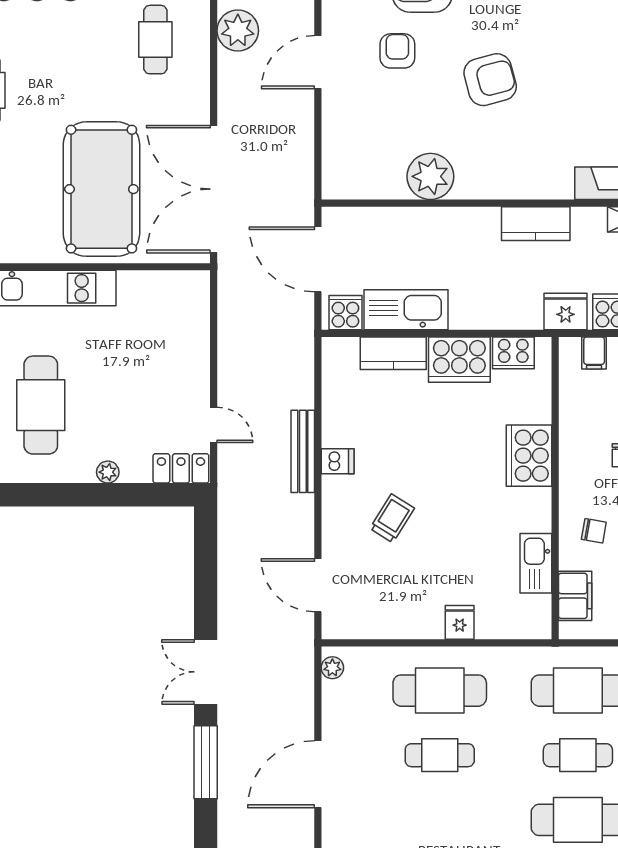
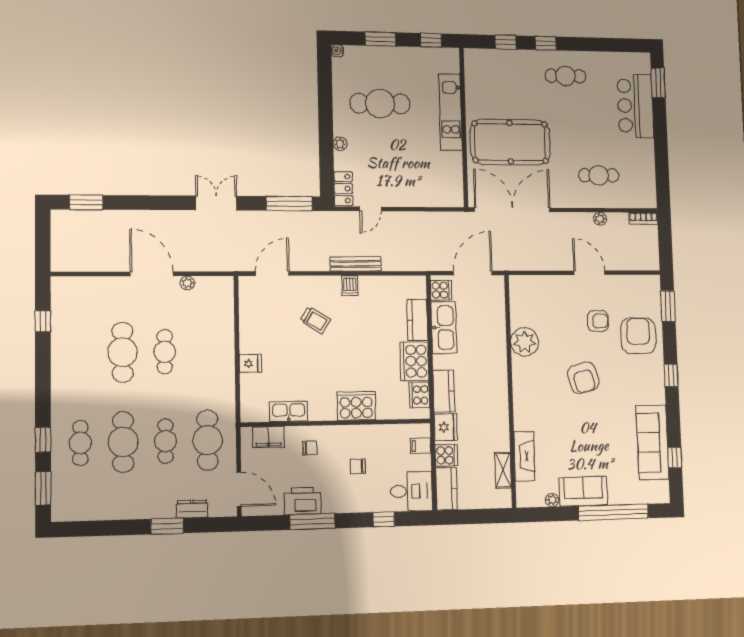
plant: (238, 31) -> (600, 219), width x0.53, depth x0.53
kitchen counter: (536, 224) -> (444, 391), moved, turned 180
chair: (594, 531) -> (310, 448), turned -100
plant: (332, 668) -> (187, 283), moved
cafe table: (440, 691) -> (123, 352), moved
window: (206, 762) -> (289, 203), moved

